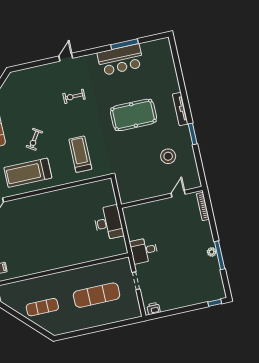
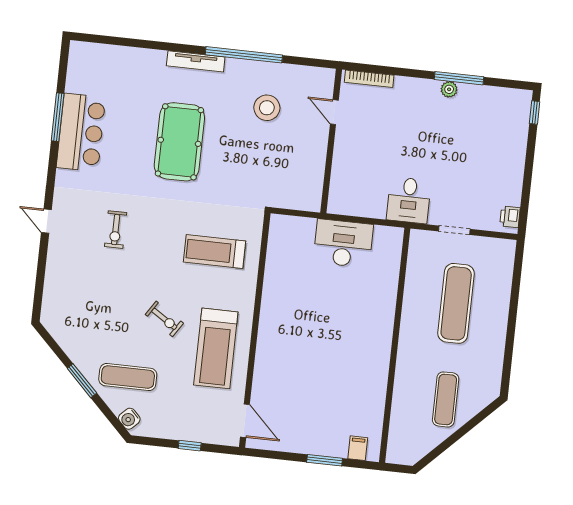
window: (193, 134) -> (244, 55), width x2.11

